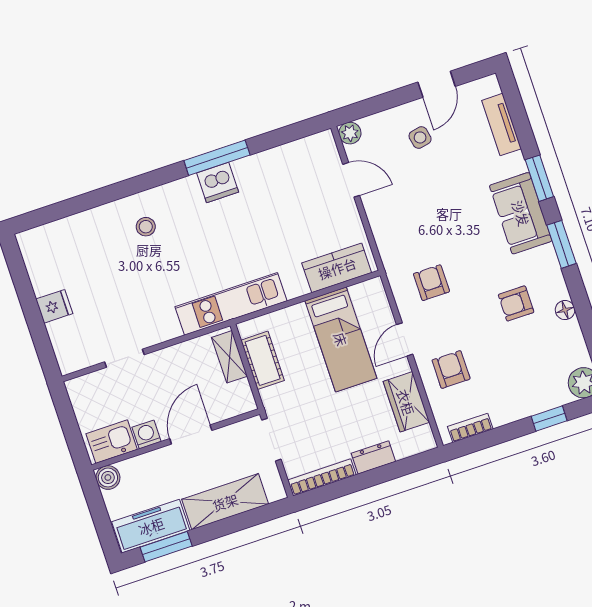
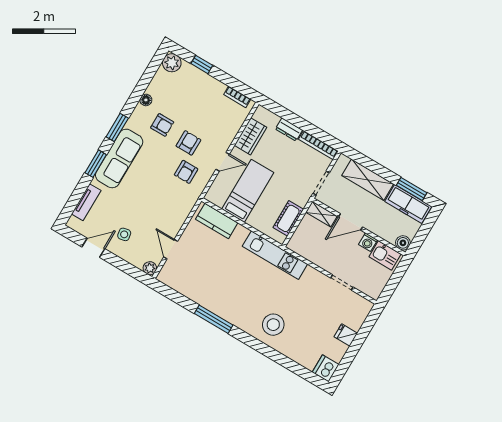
dishwasher: (218, 182) -> (326, 368), moved, turned -90
sofa: (521, 213) -> (119, 158), width x1.36
stool: (146, 227) -> (273, 325), width x1.89, depth x1.89
shelving: (229, 357) -> (321, 214), moved, turned 90
armchair: (451, 370) -> (188, 143), moved, turned 180

